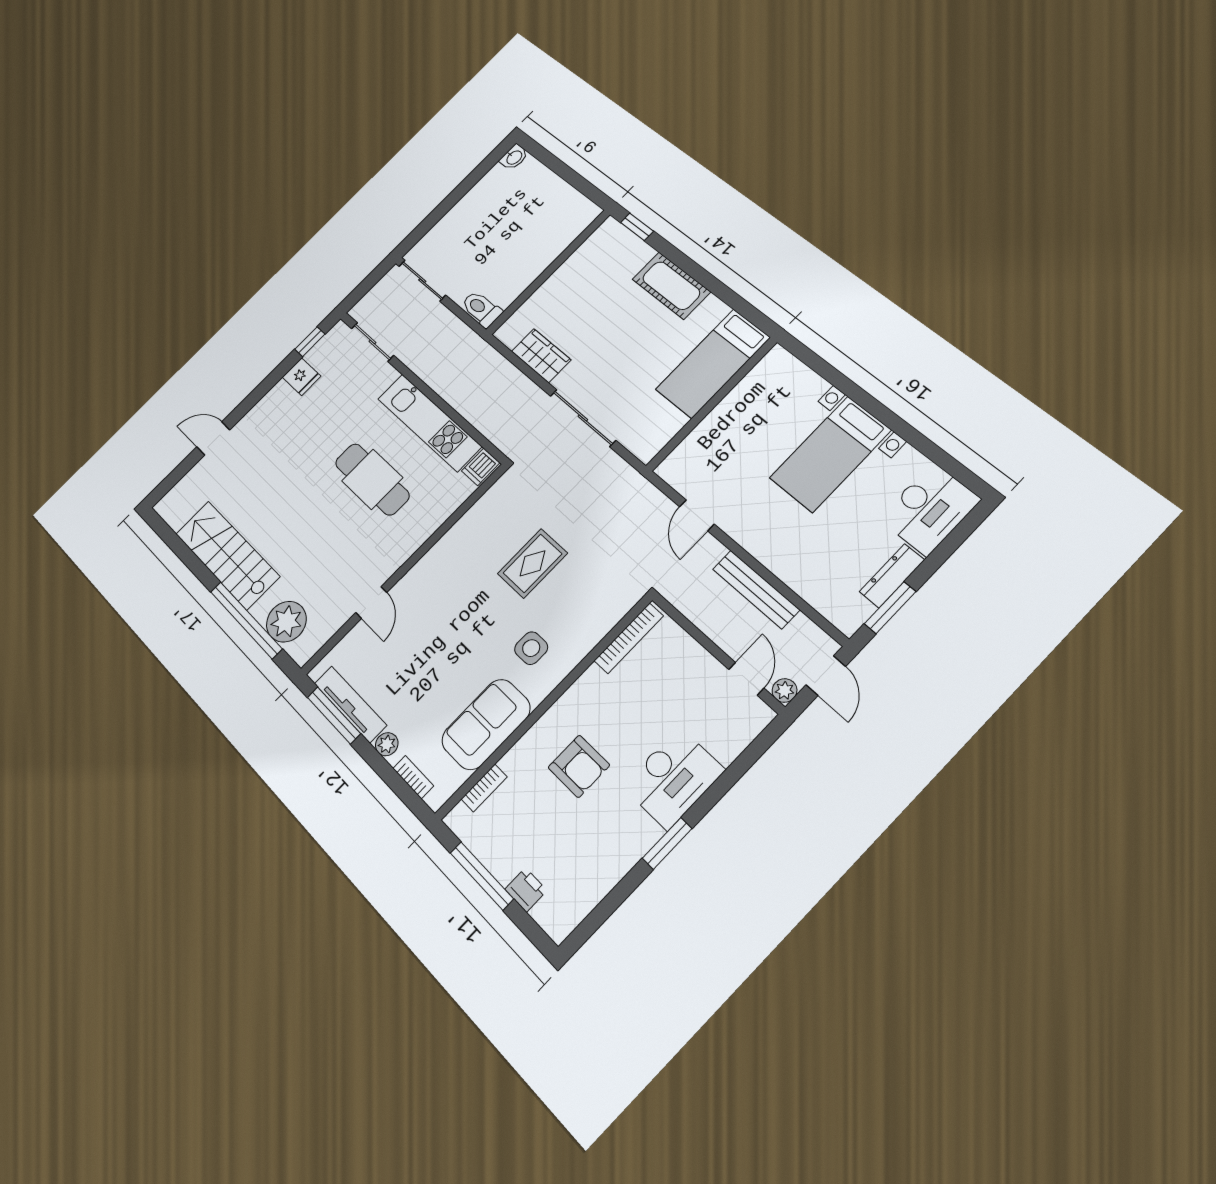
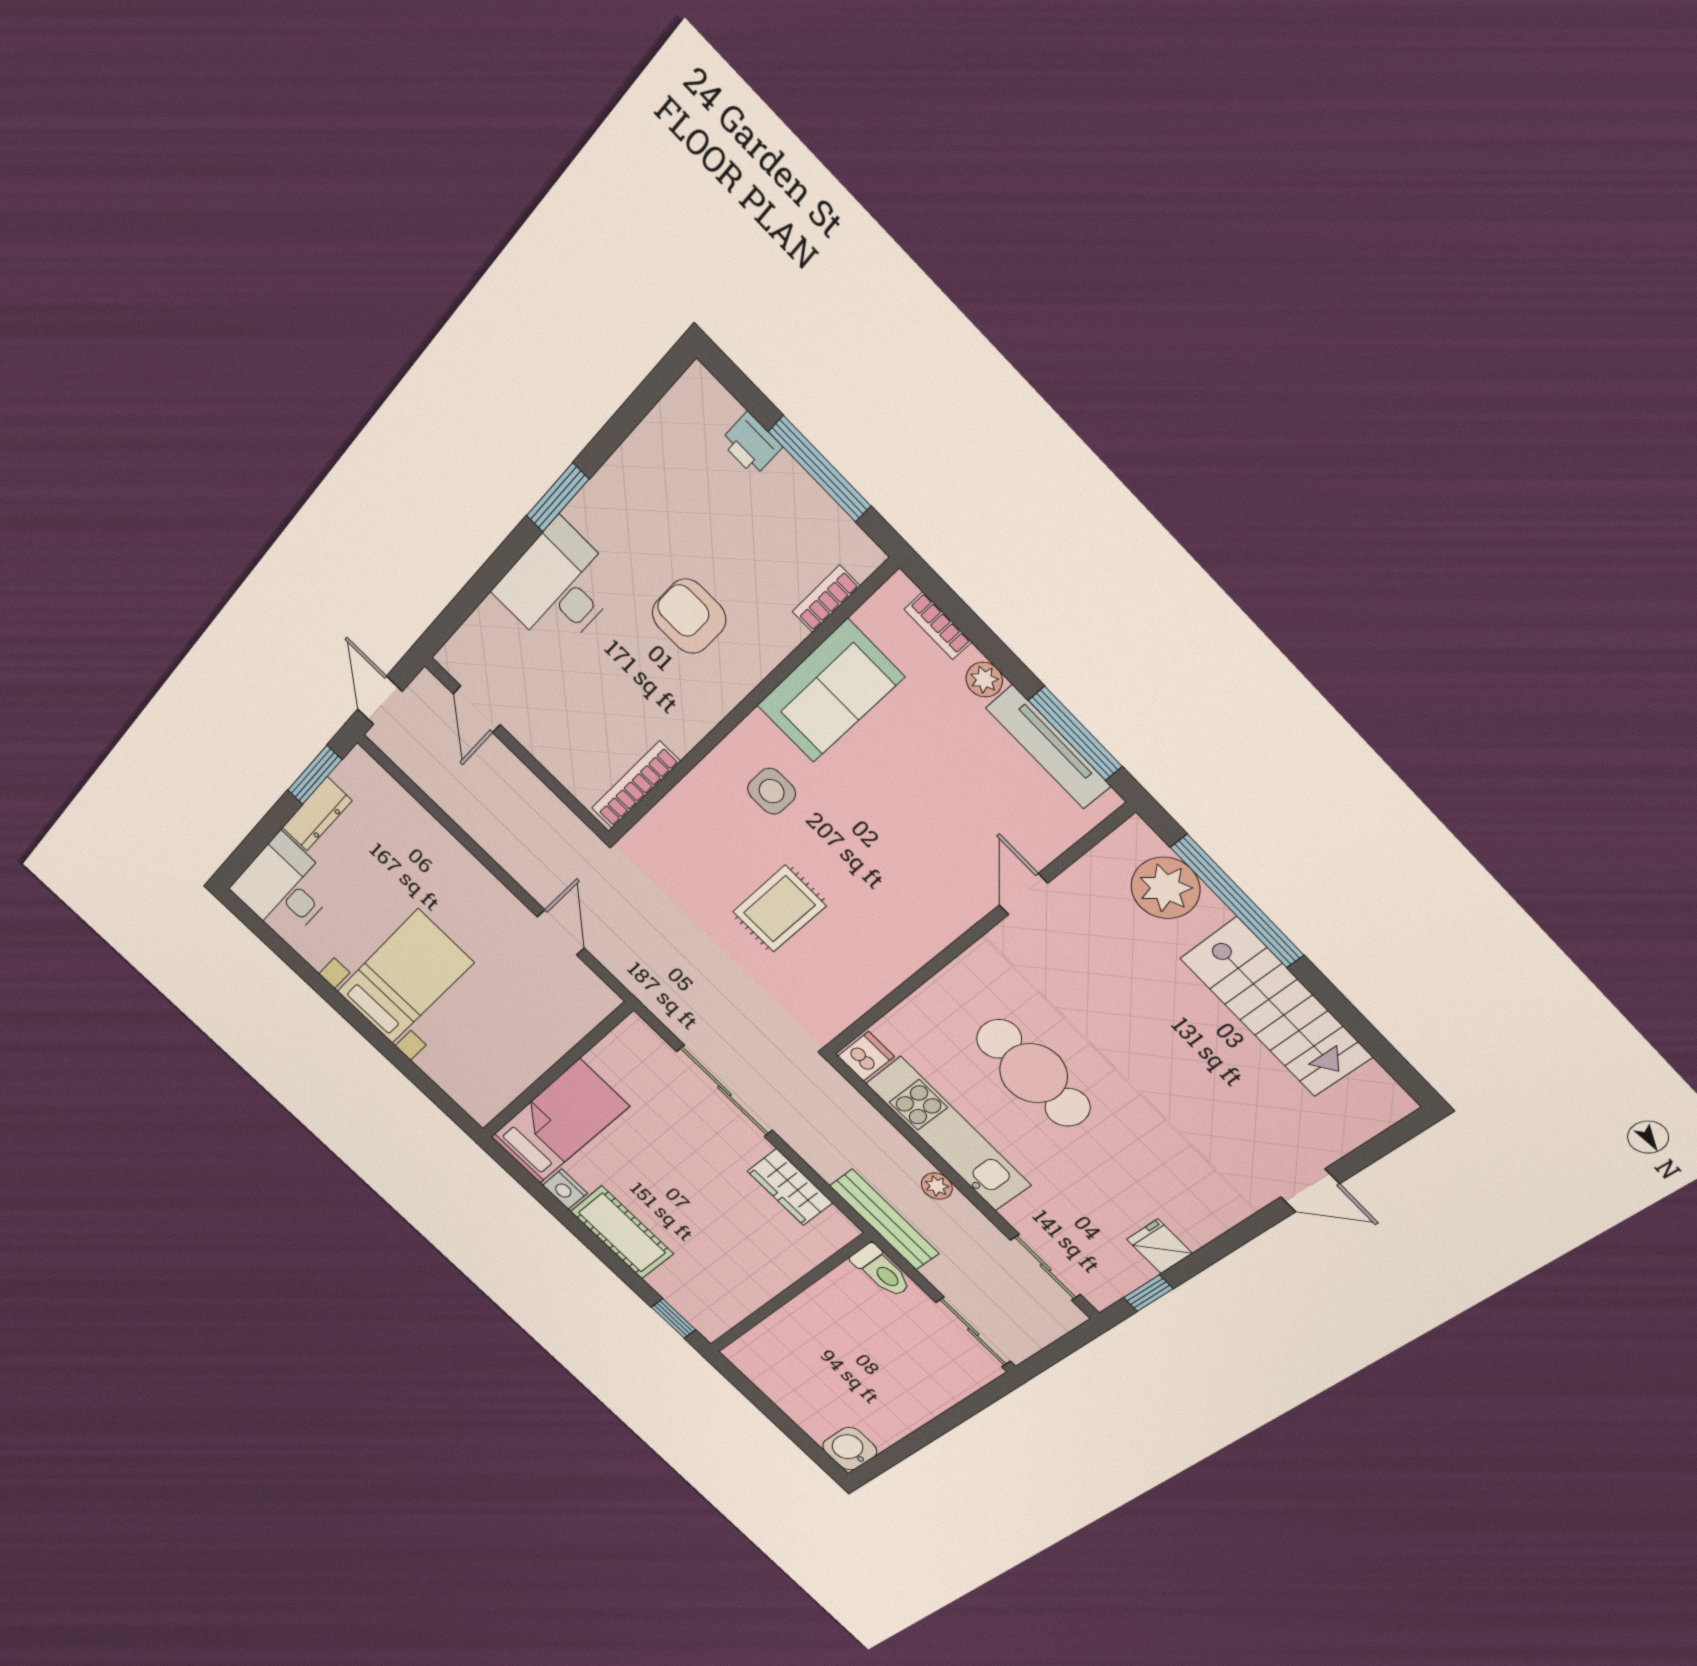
washbasin: (514, 157) -> (850, 1449), width x1.38, depth x1.45
nightstand: (714, 309) -> (565, 1189), added
bench: (756, 589) -> (884, 1220), moved
plant: (785, 691) -> (937, 1186), moved

